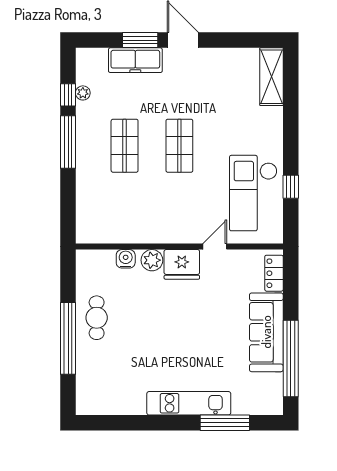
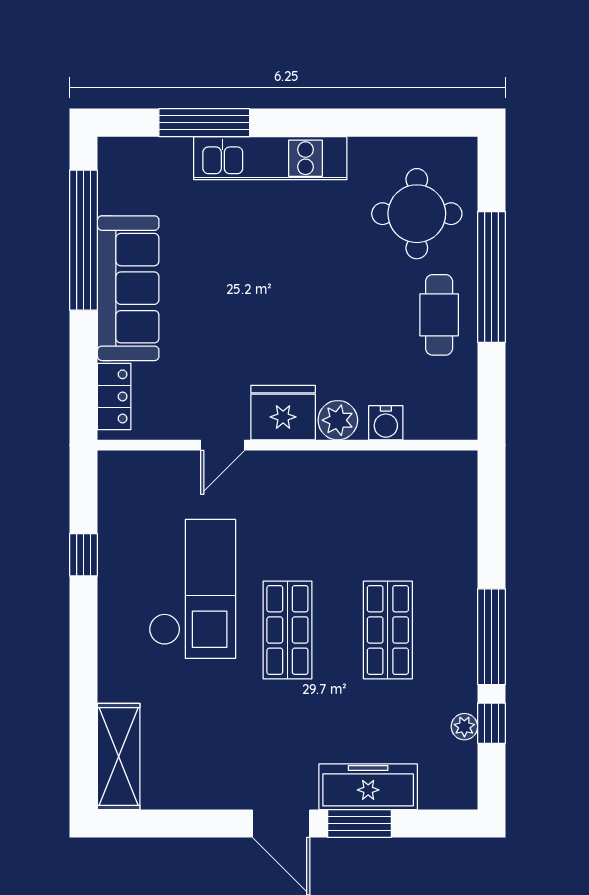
checkout: (253, 193) -> (192, 589), moved
round table: (109, 373) -> (417, 214), added

